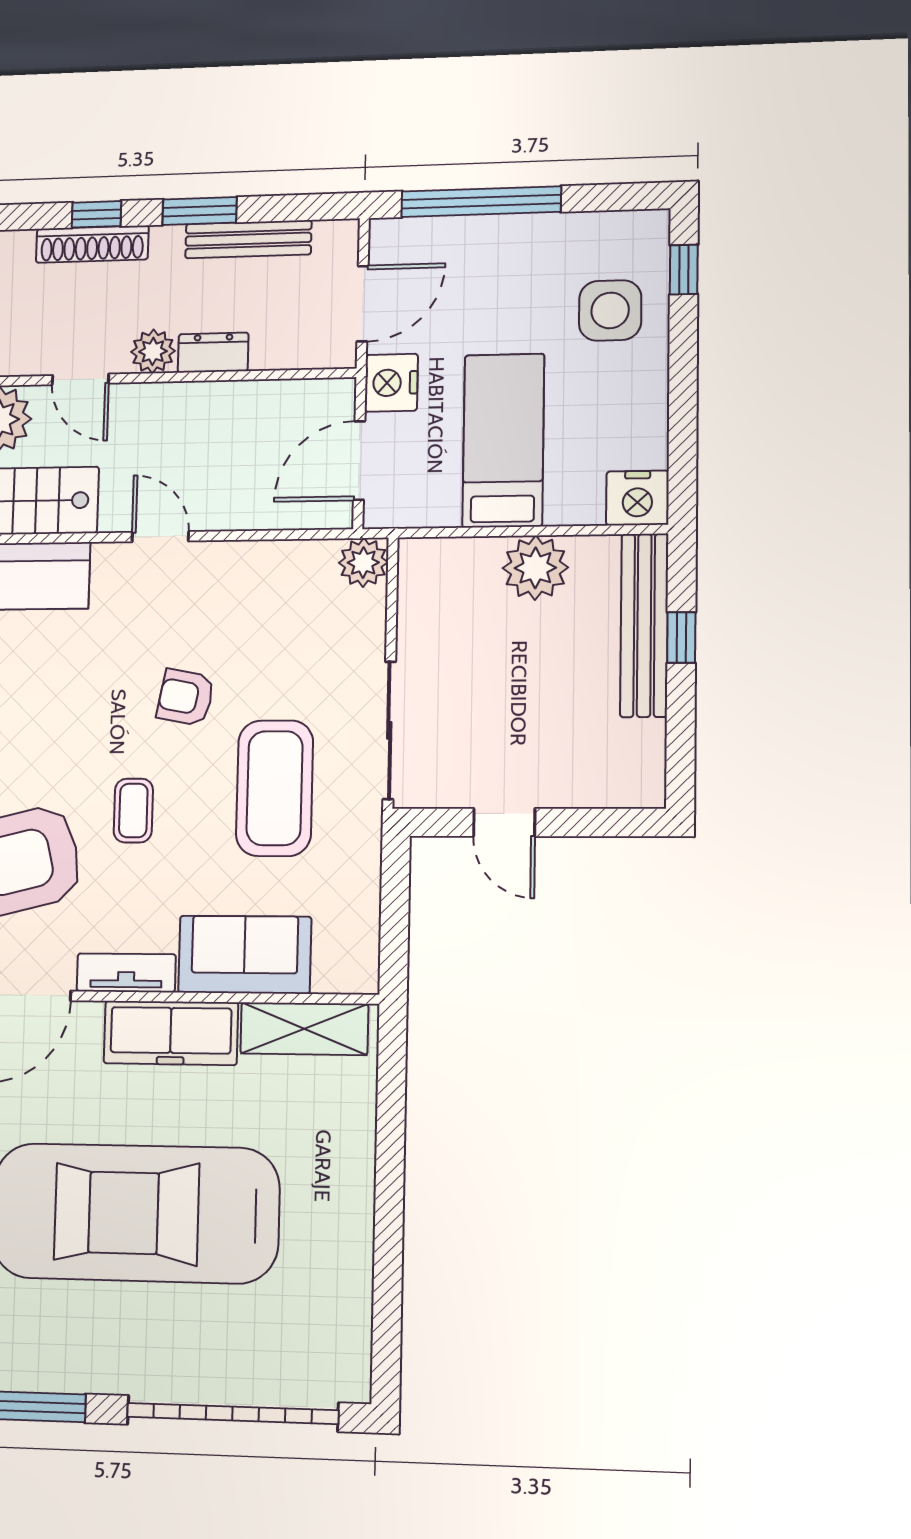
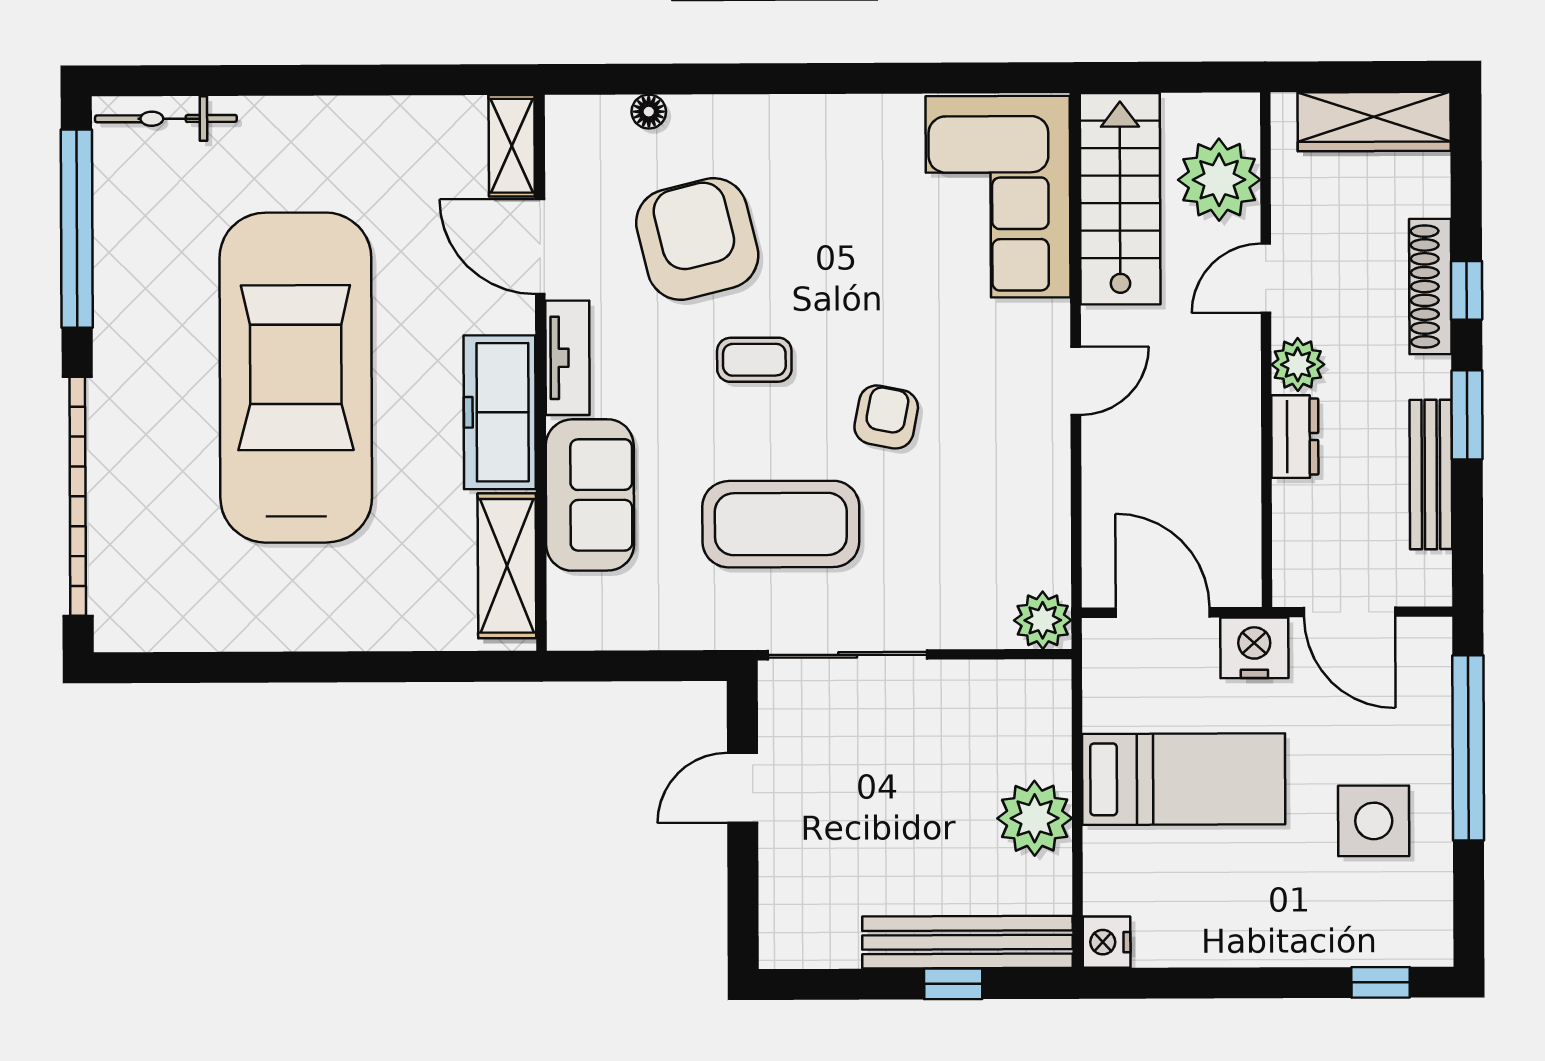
side table: (610, 310) -> (1374, 821), moved
nightstand: (637, 498) -> (1107, 942), width x0.74, depth x0.75

